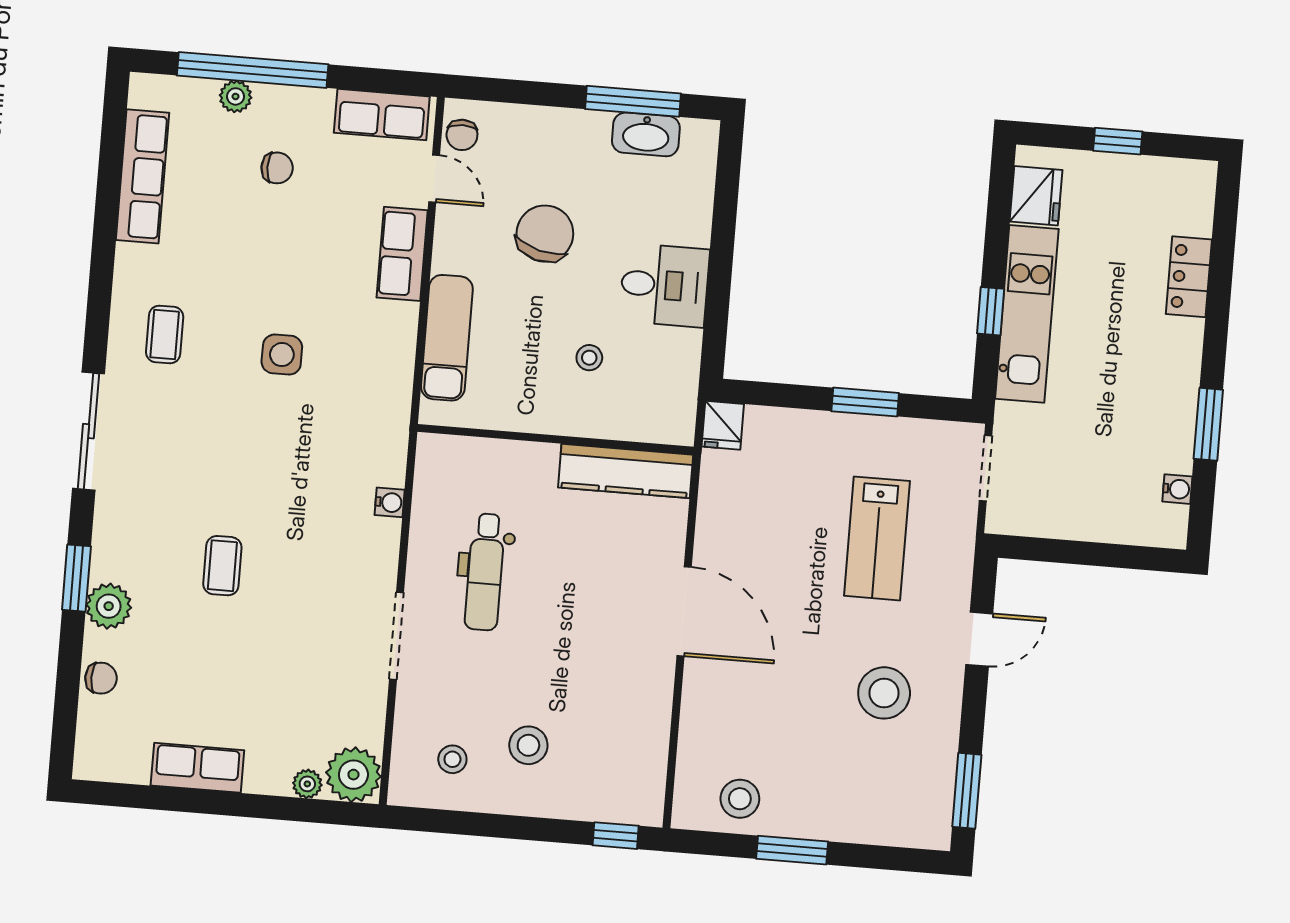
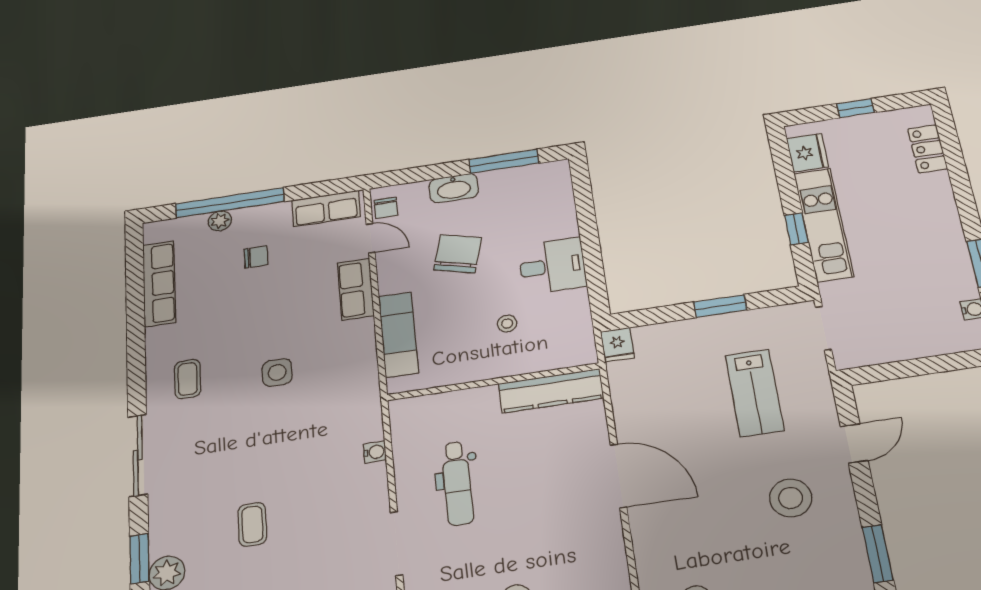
washbasin: (646, 134) -> (454, 188), moved
locker: (1189, 277) -> (927, 149), moved

